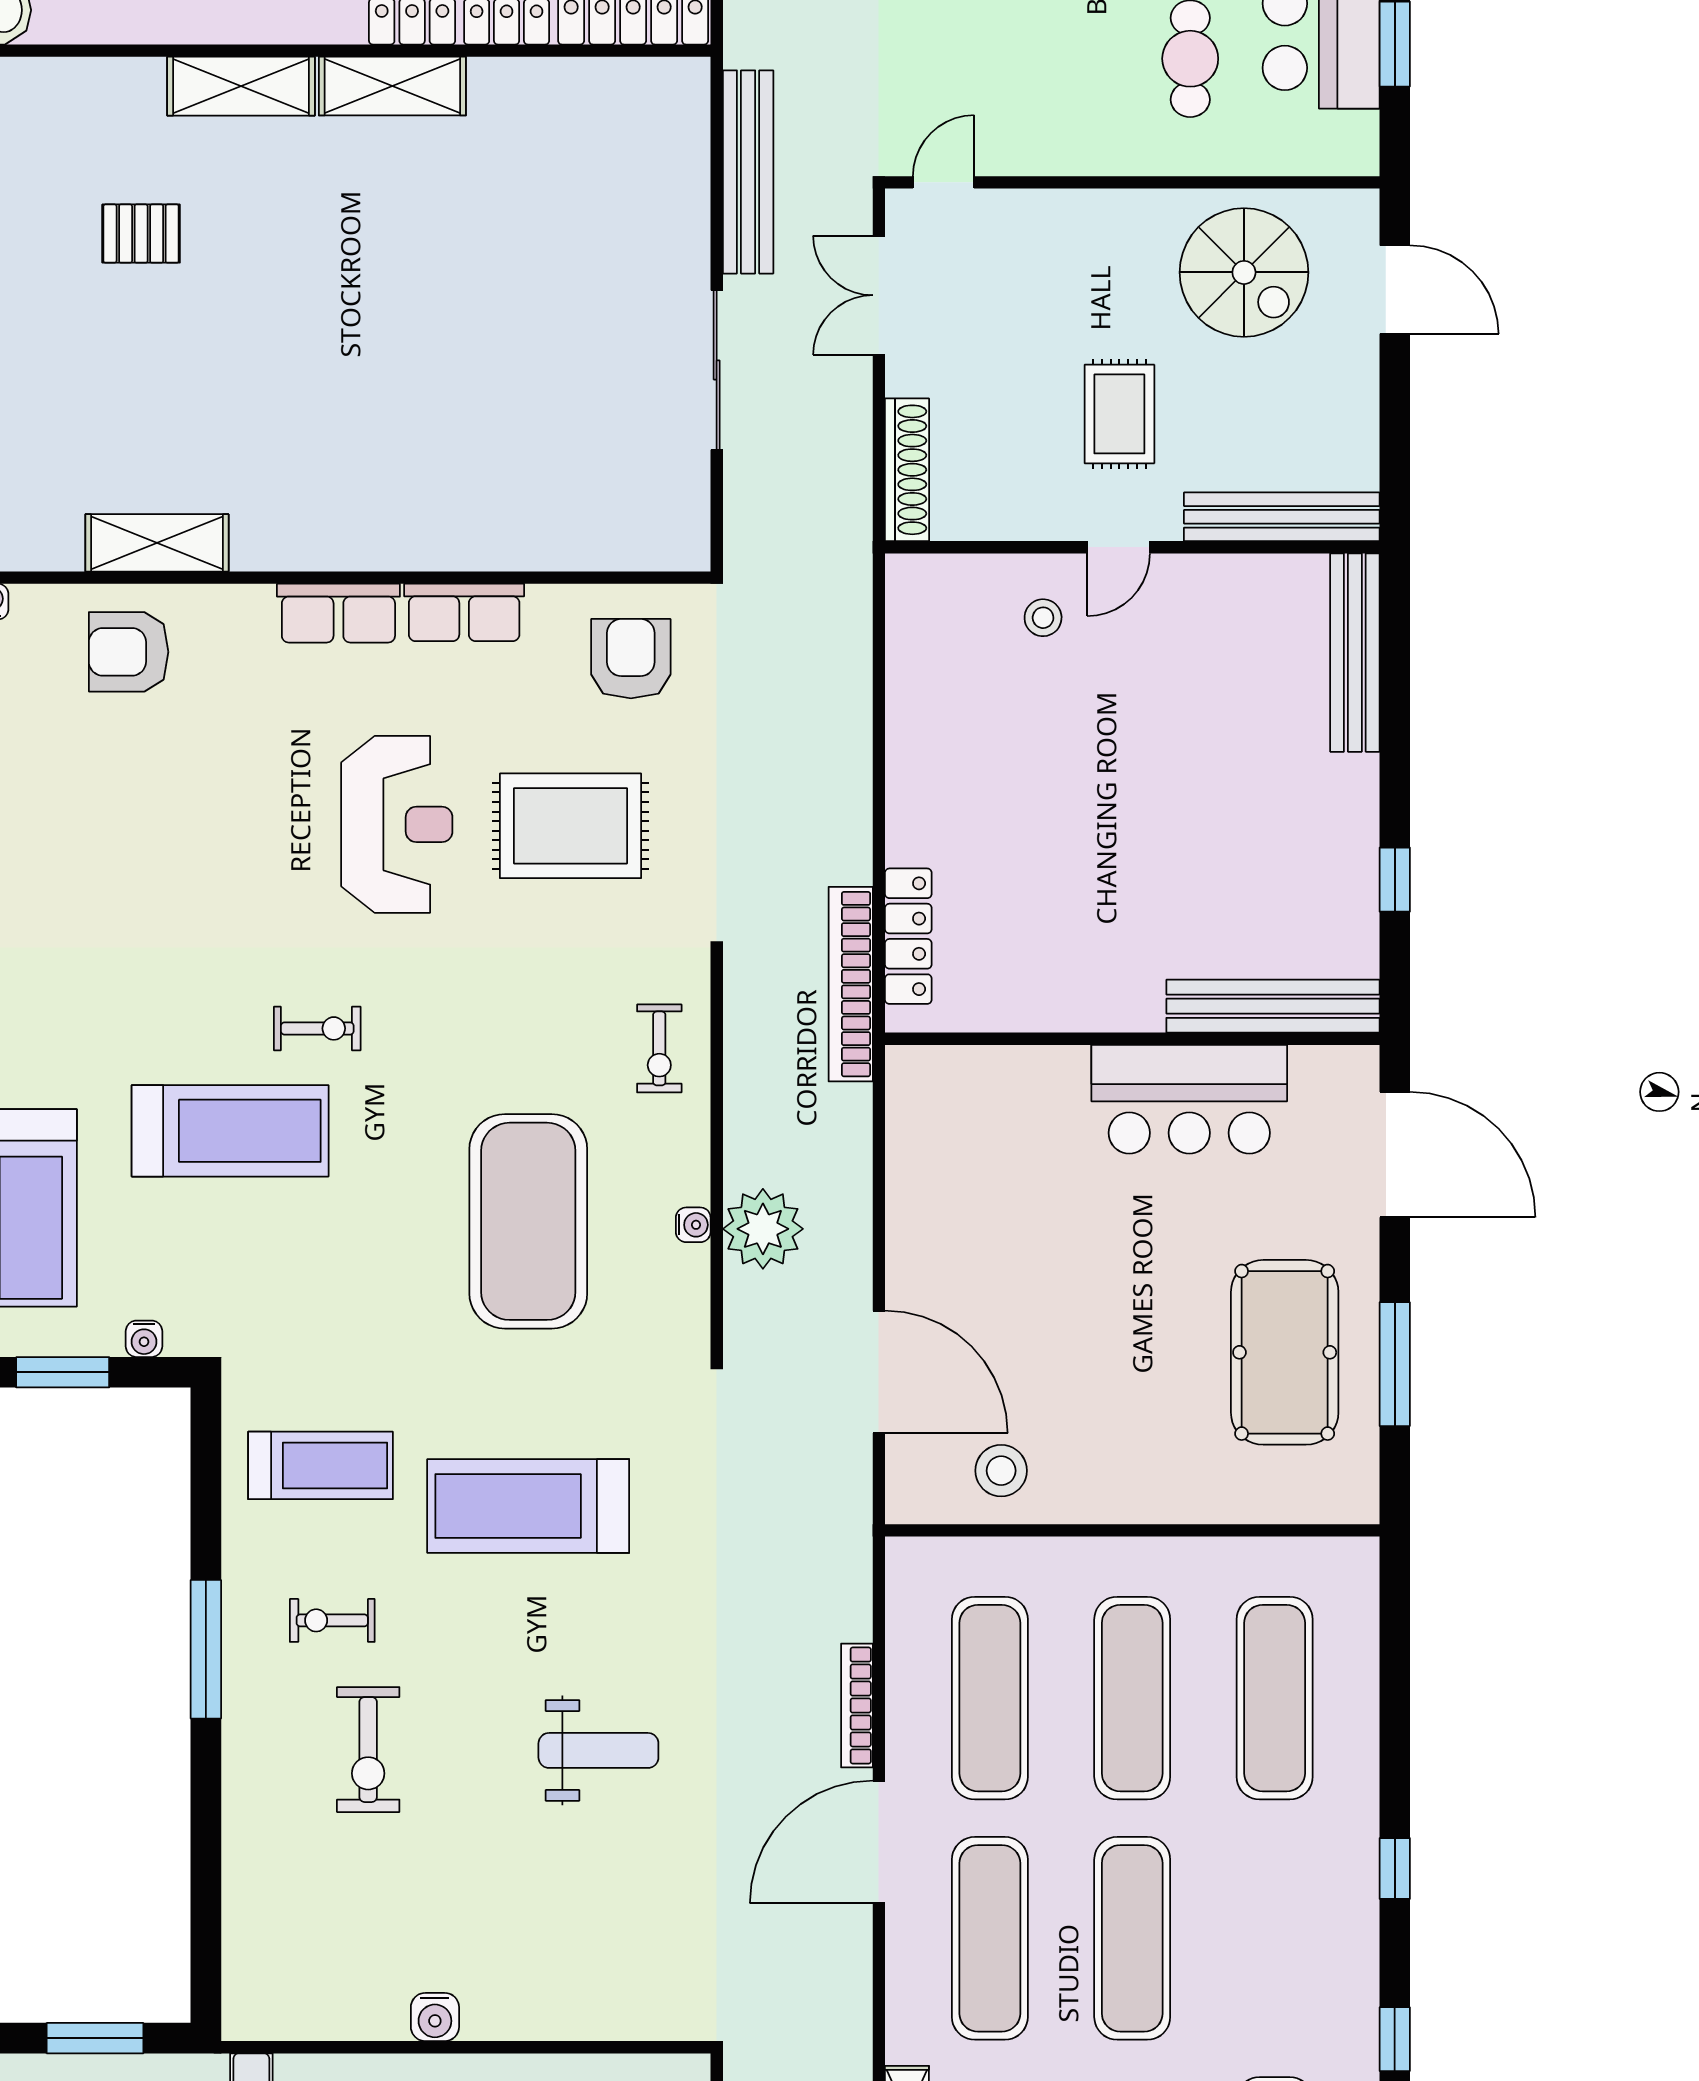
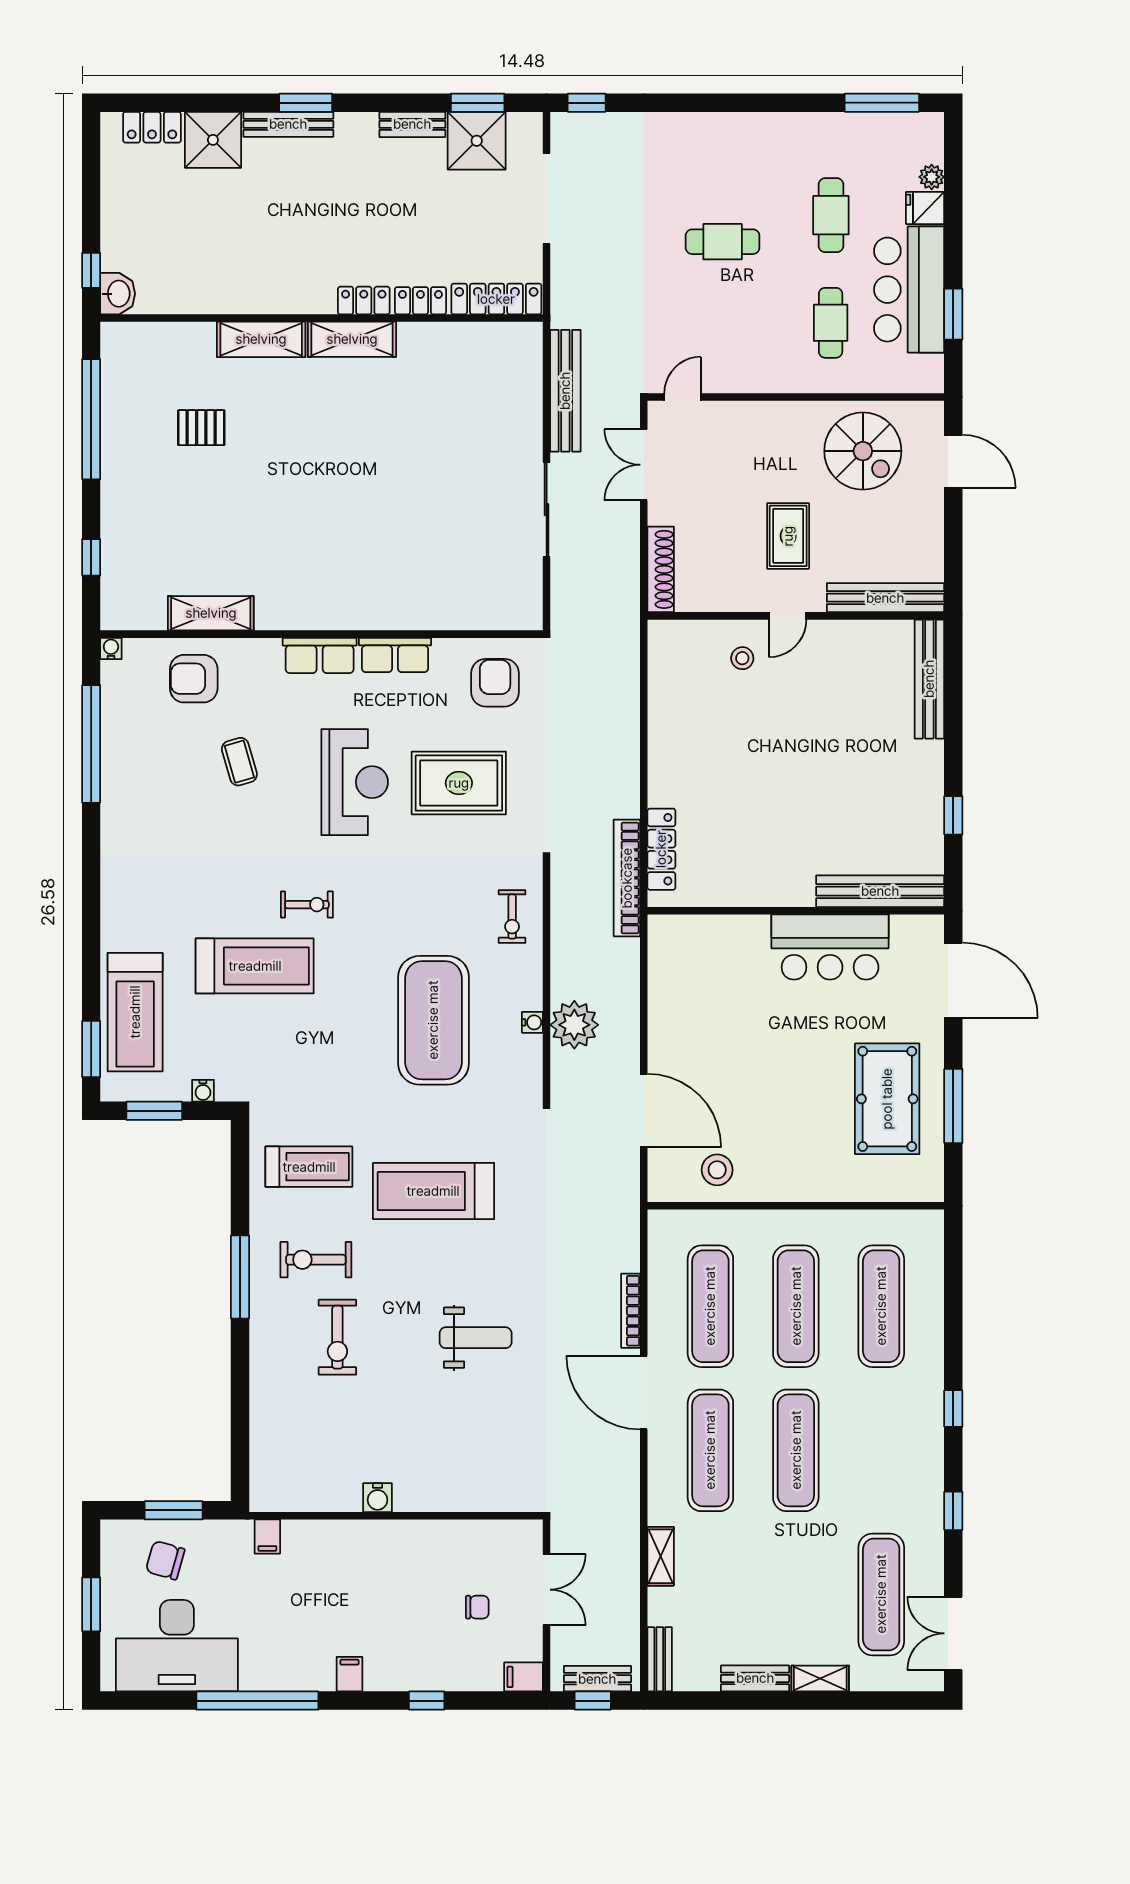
coffee table: (205, 790) -> (239, 762), added
exercise bike: (332, 1620) -> (316, 1260), width x1.38, depth x1.39
door: (879, 1842) -> (644, 1393), hinge flipped

